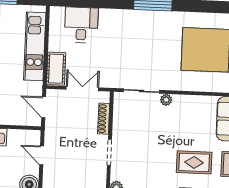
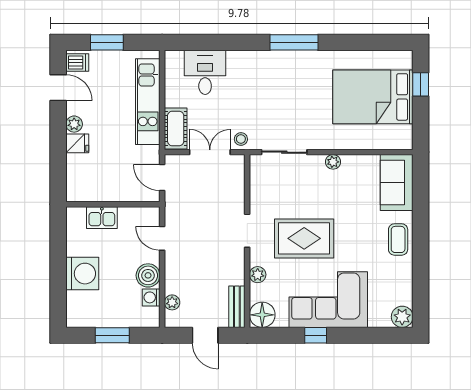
stool: (107, 79) -> (241, 139), added
plant: (166, 100) -> (333, 162), moved
shoe rack: (104, 119) -> (238, 189), removed
rug: (194, 162) -> (304, 238), moved, width x1.36, depth x1.43

